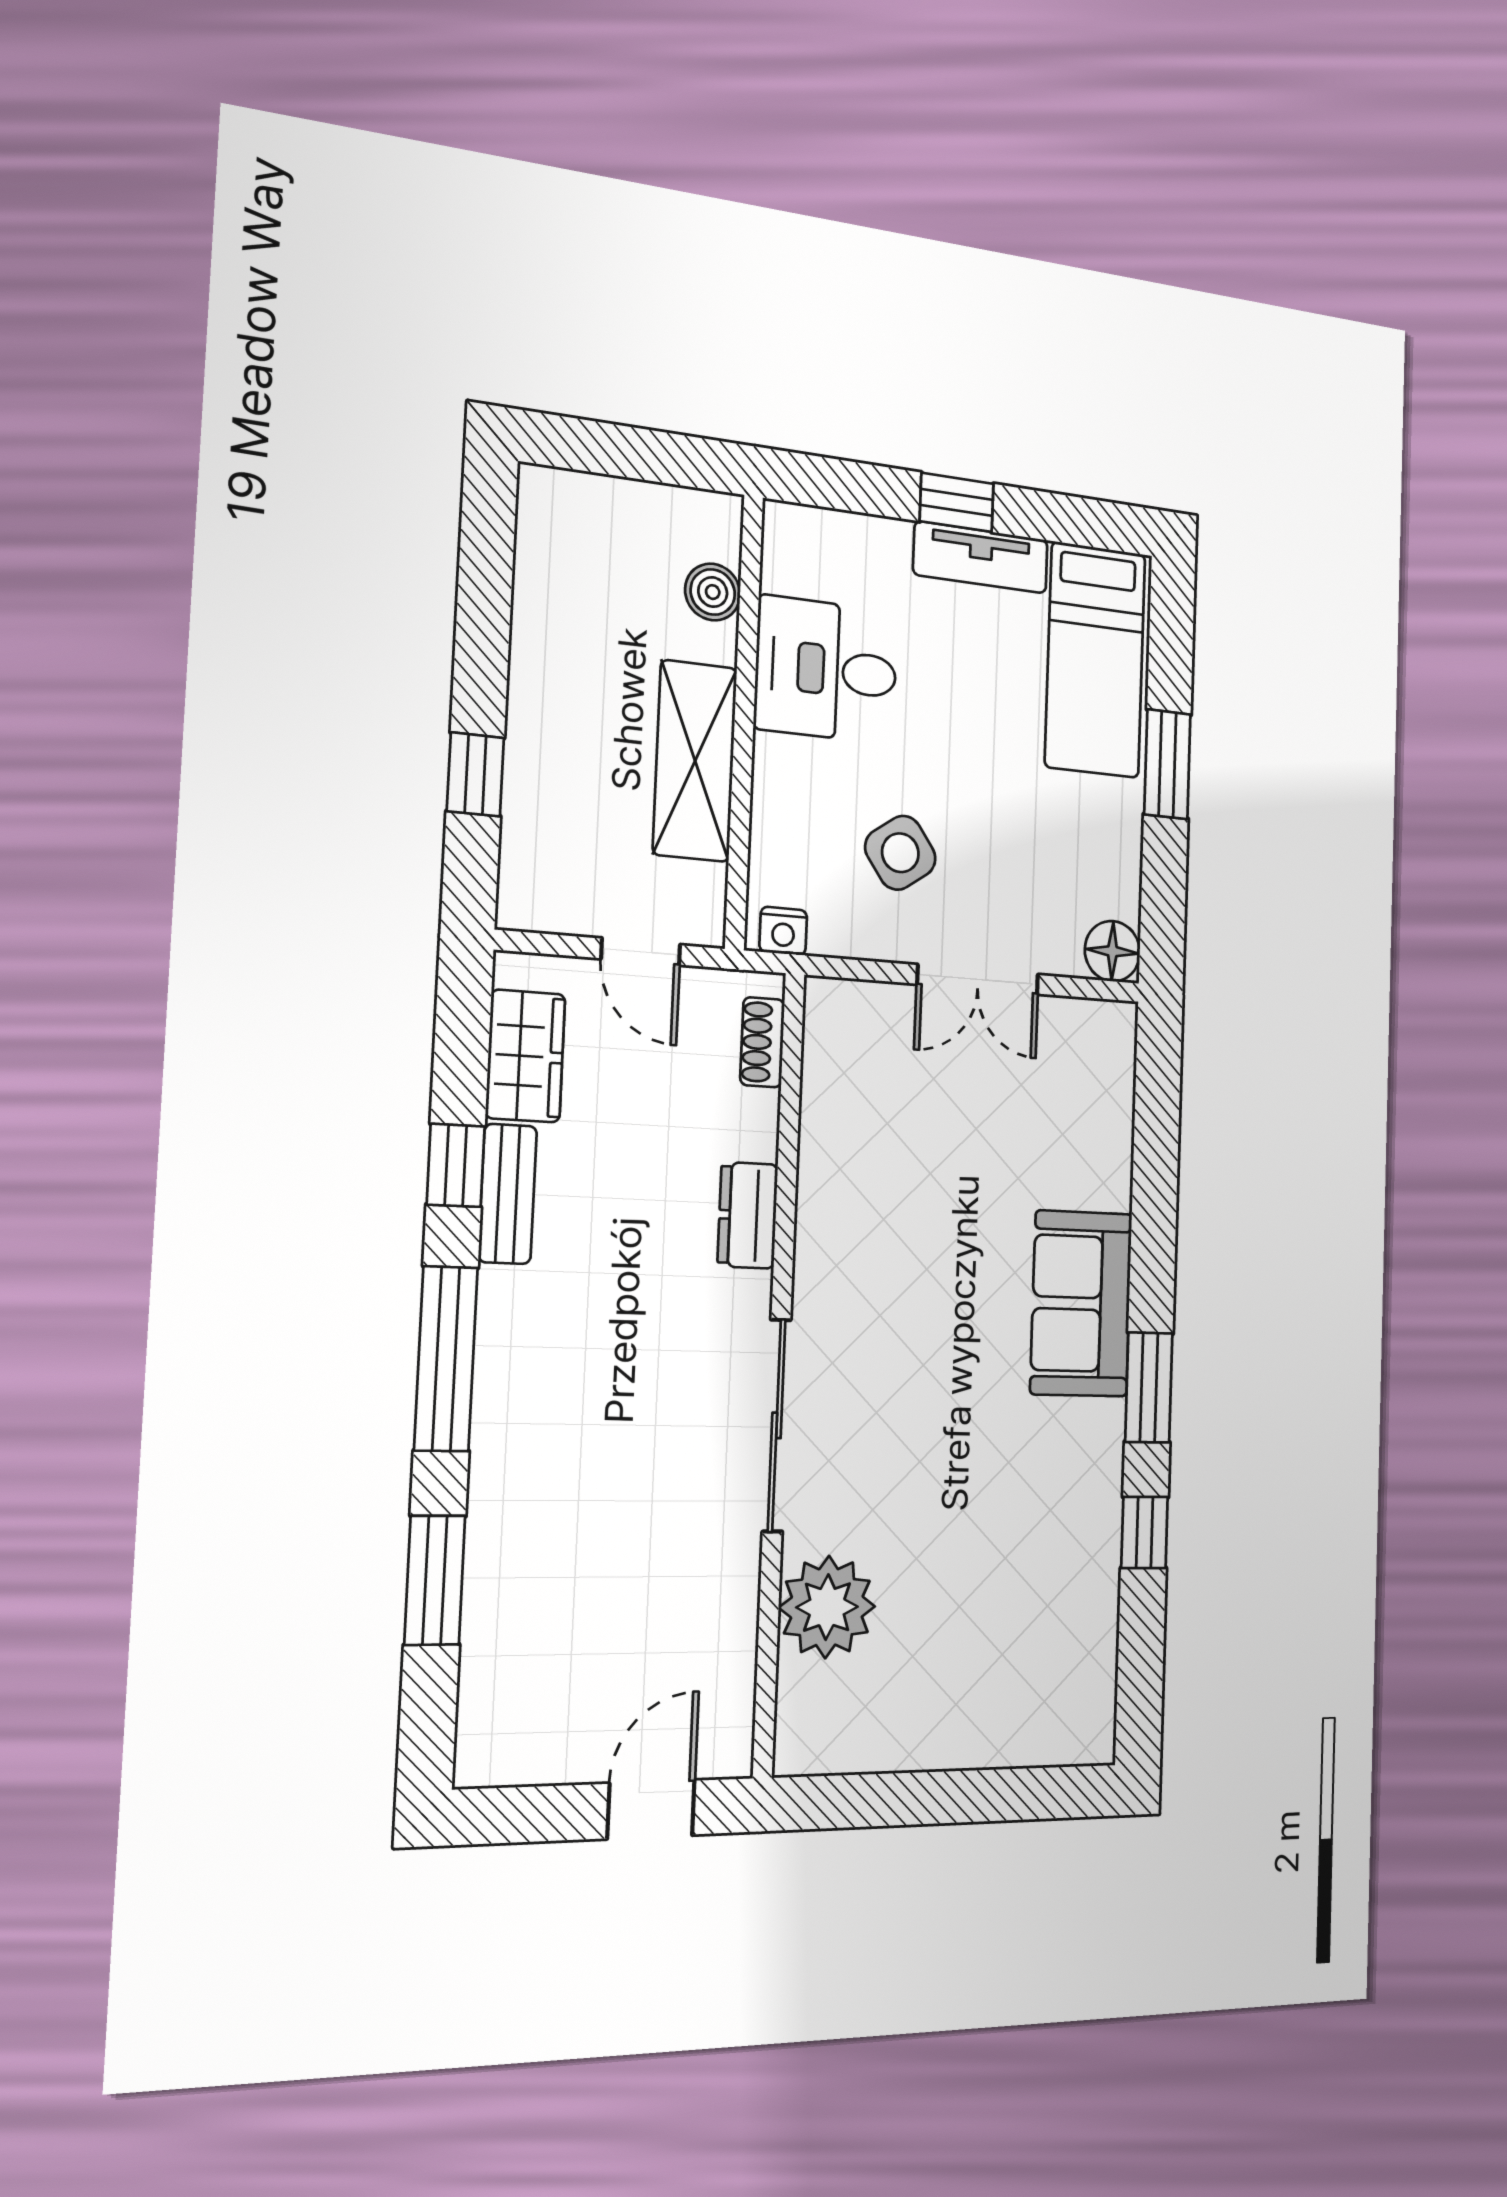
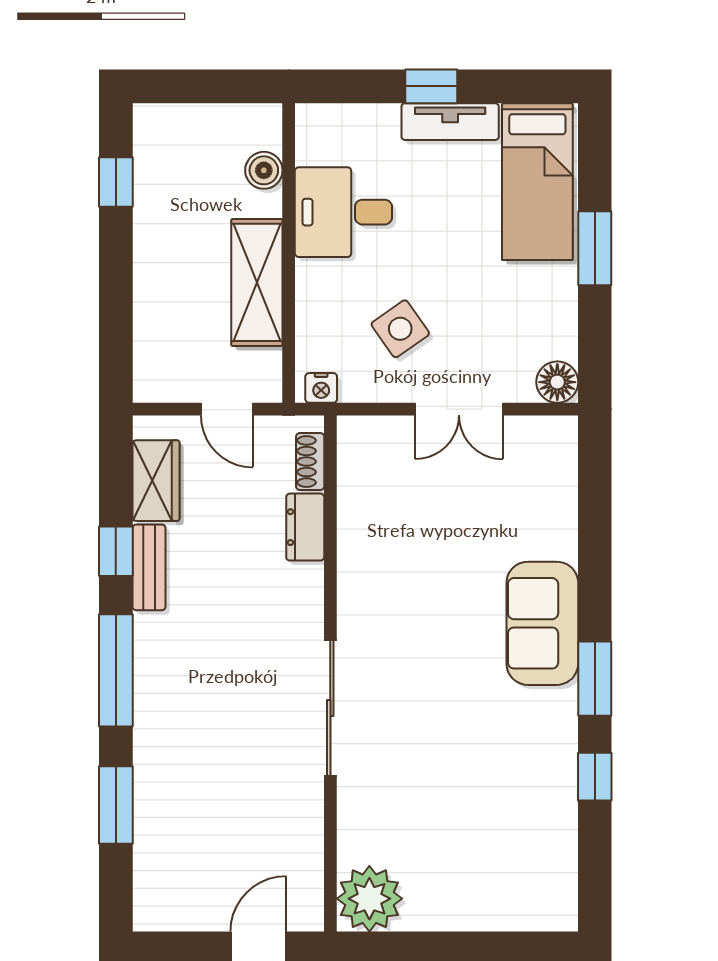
window: (475, 774) -> (116, 182), moved
dresser: (748, 1215) -> (305, 527), moved
plant: (827, 1607) -> (369, 899), moved

